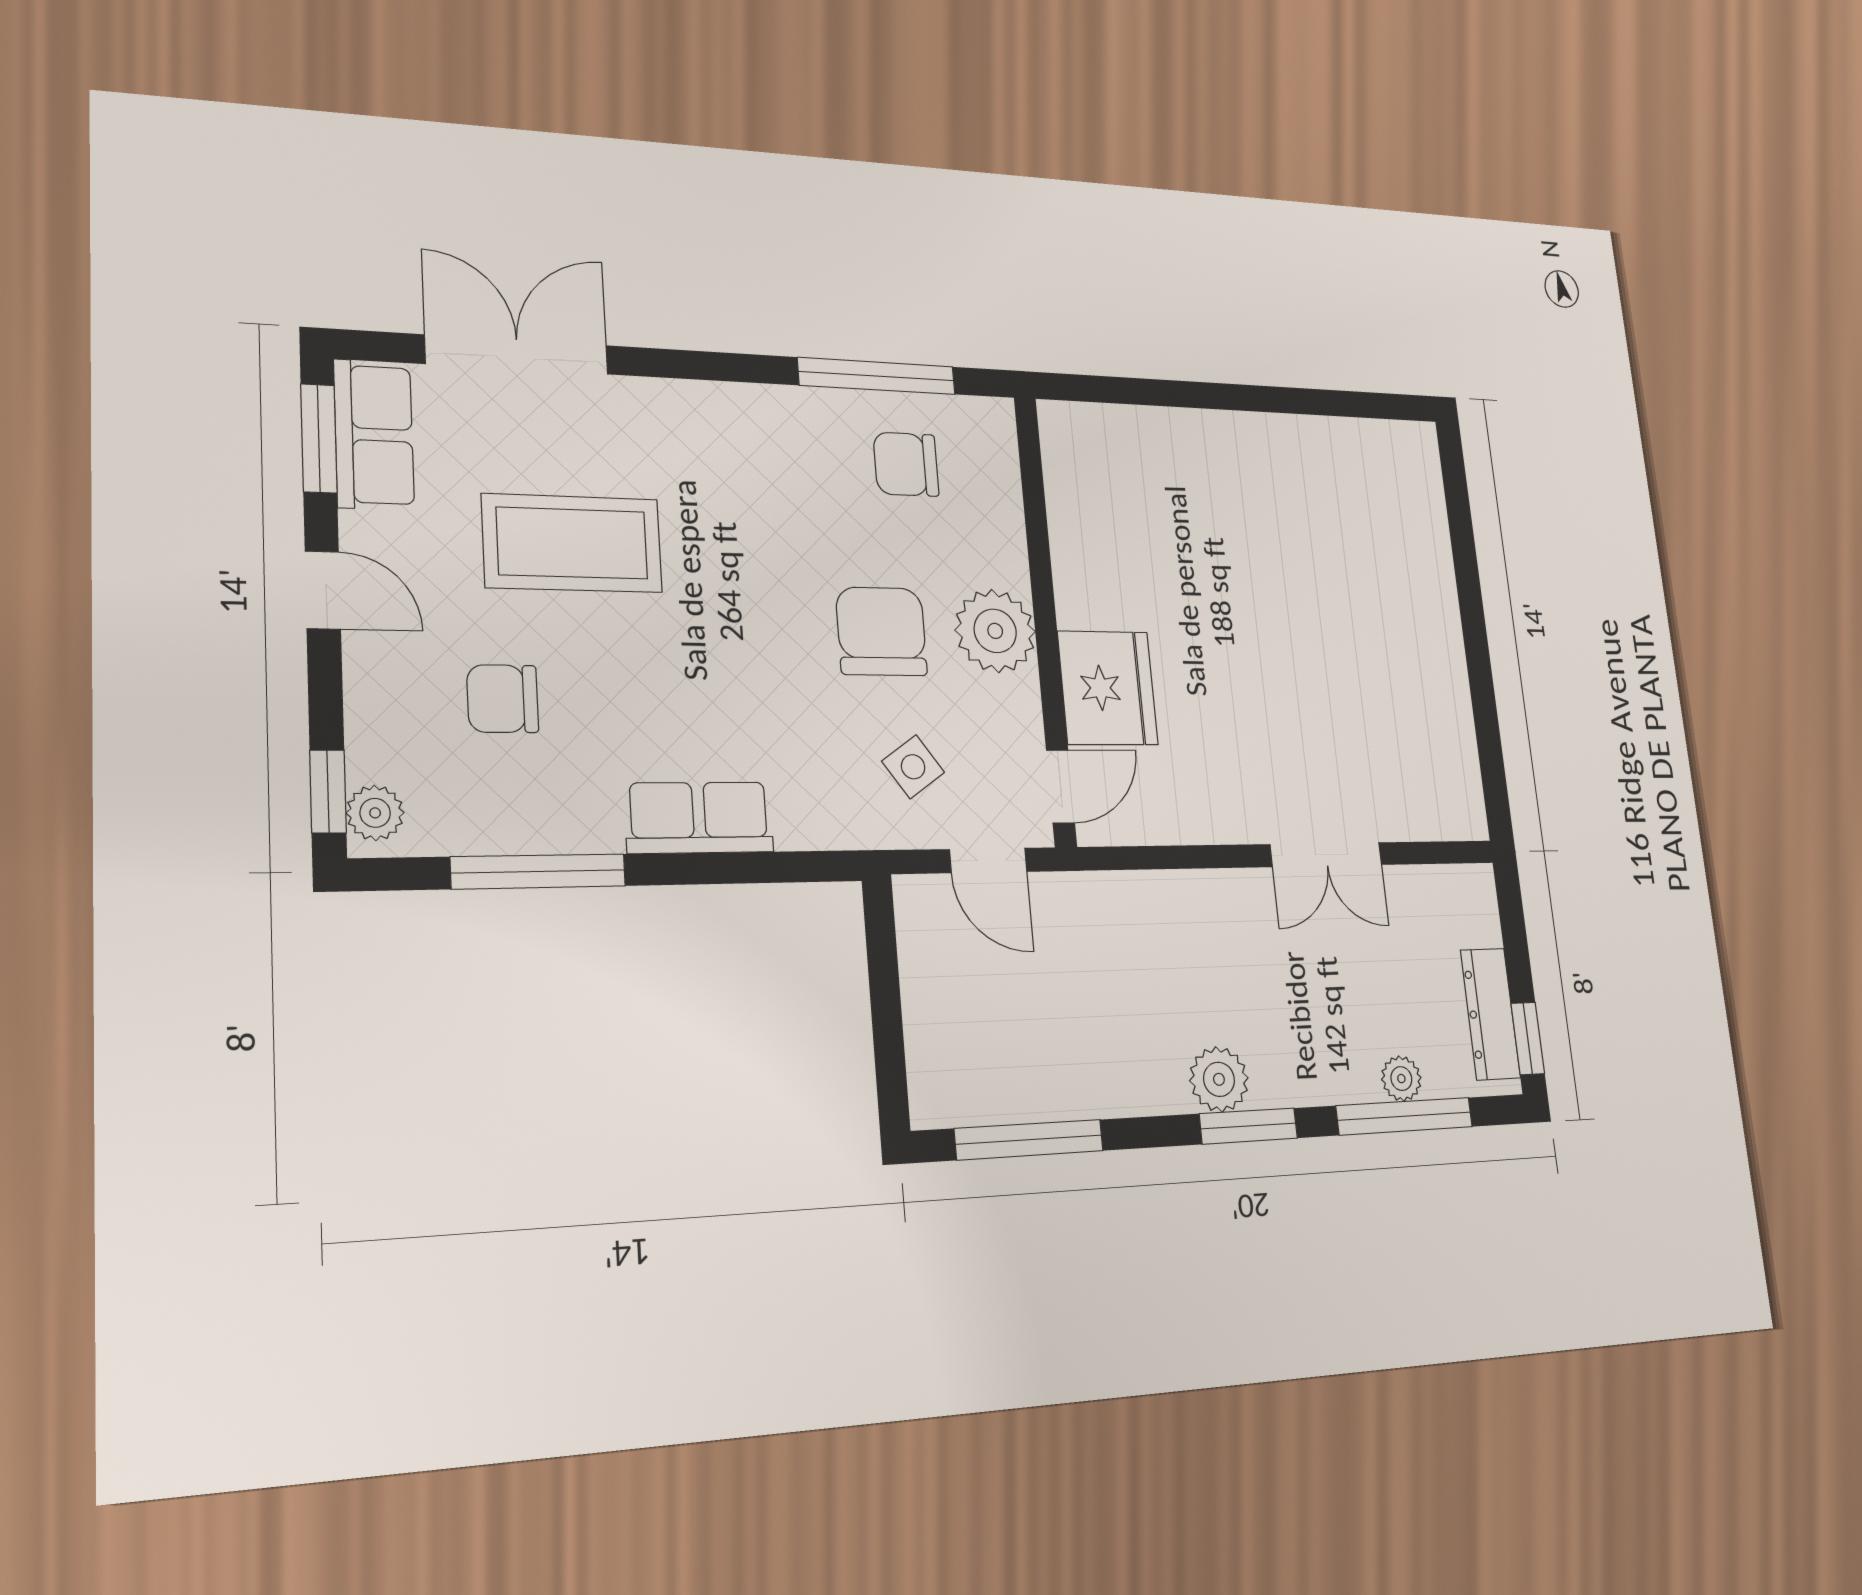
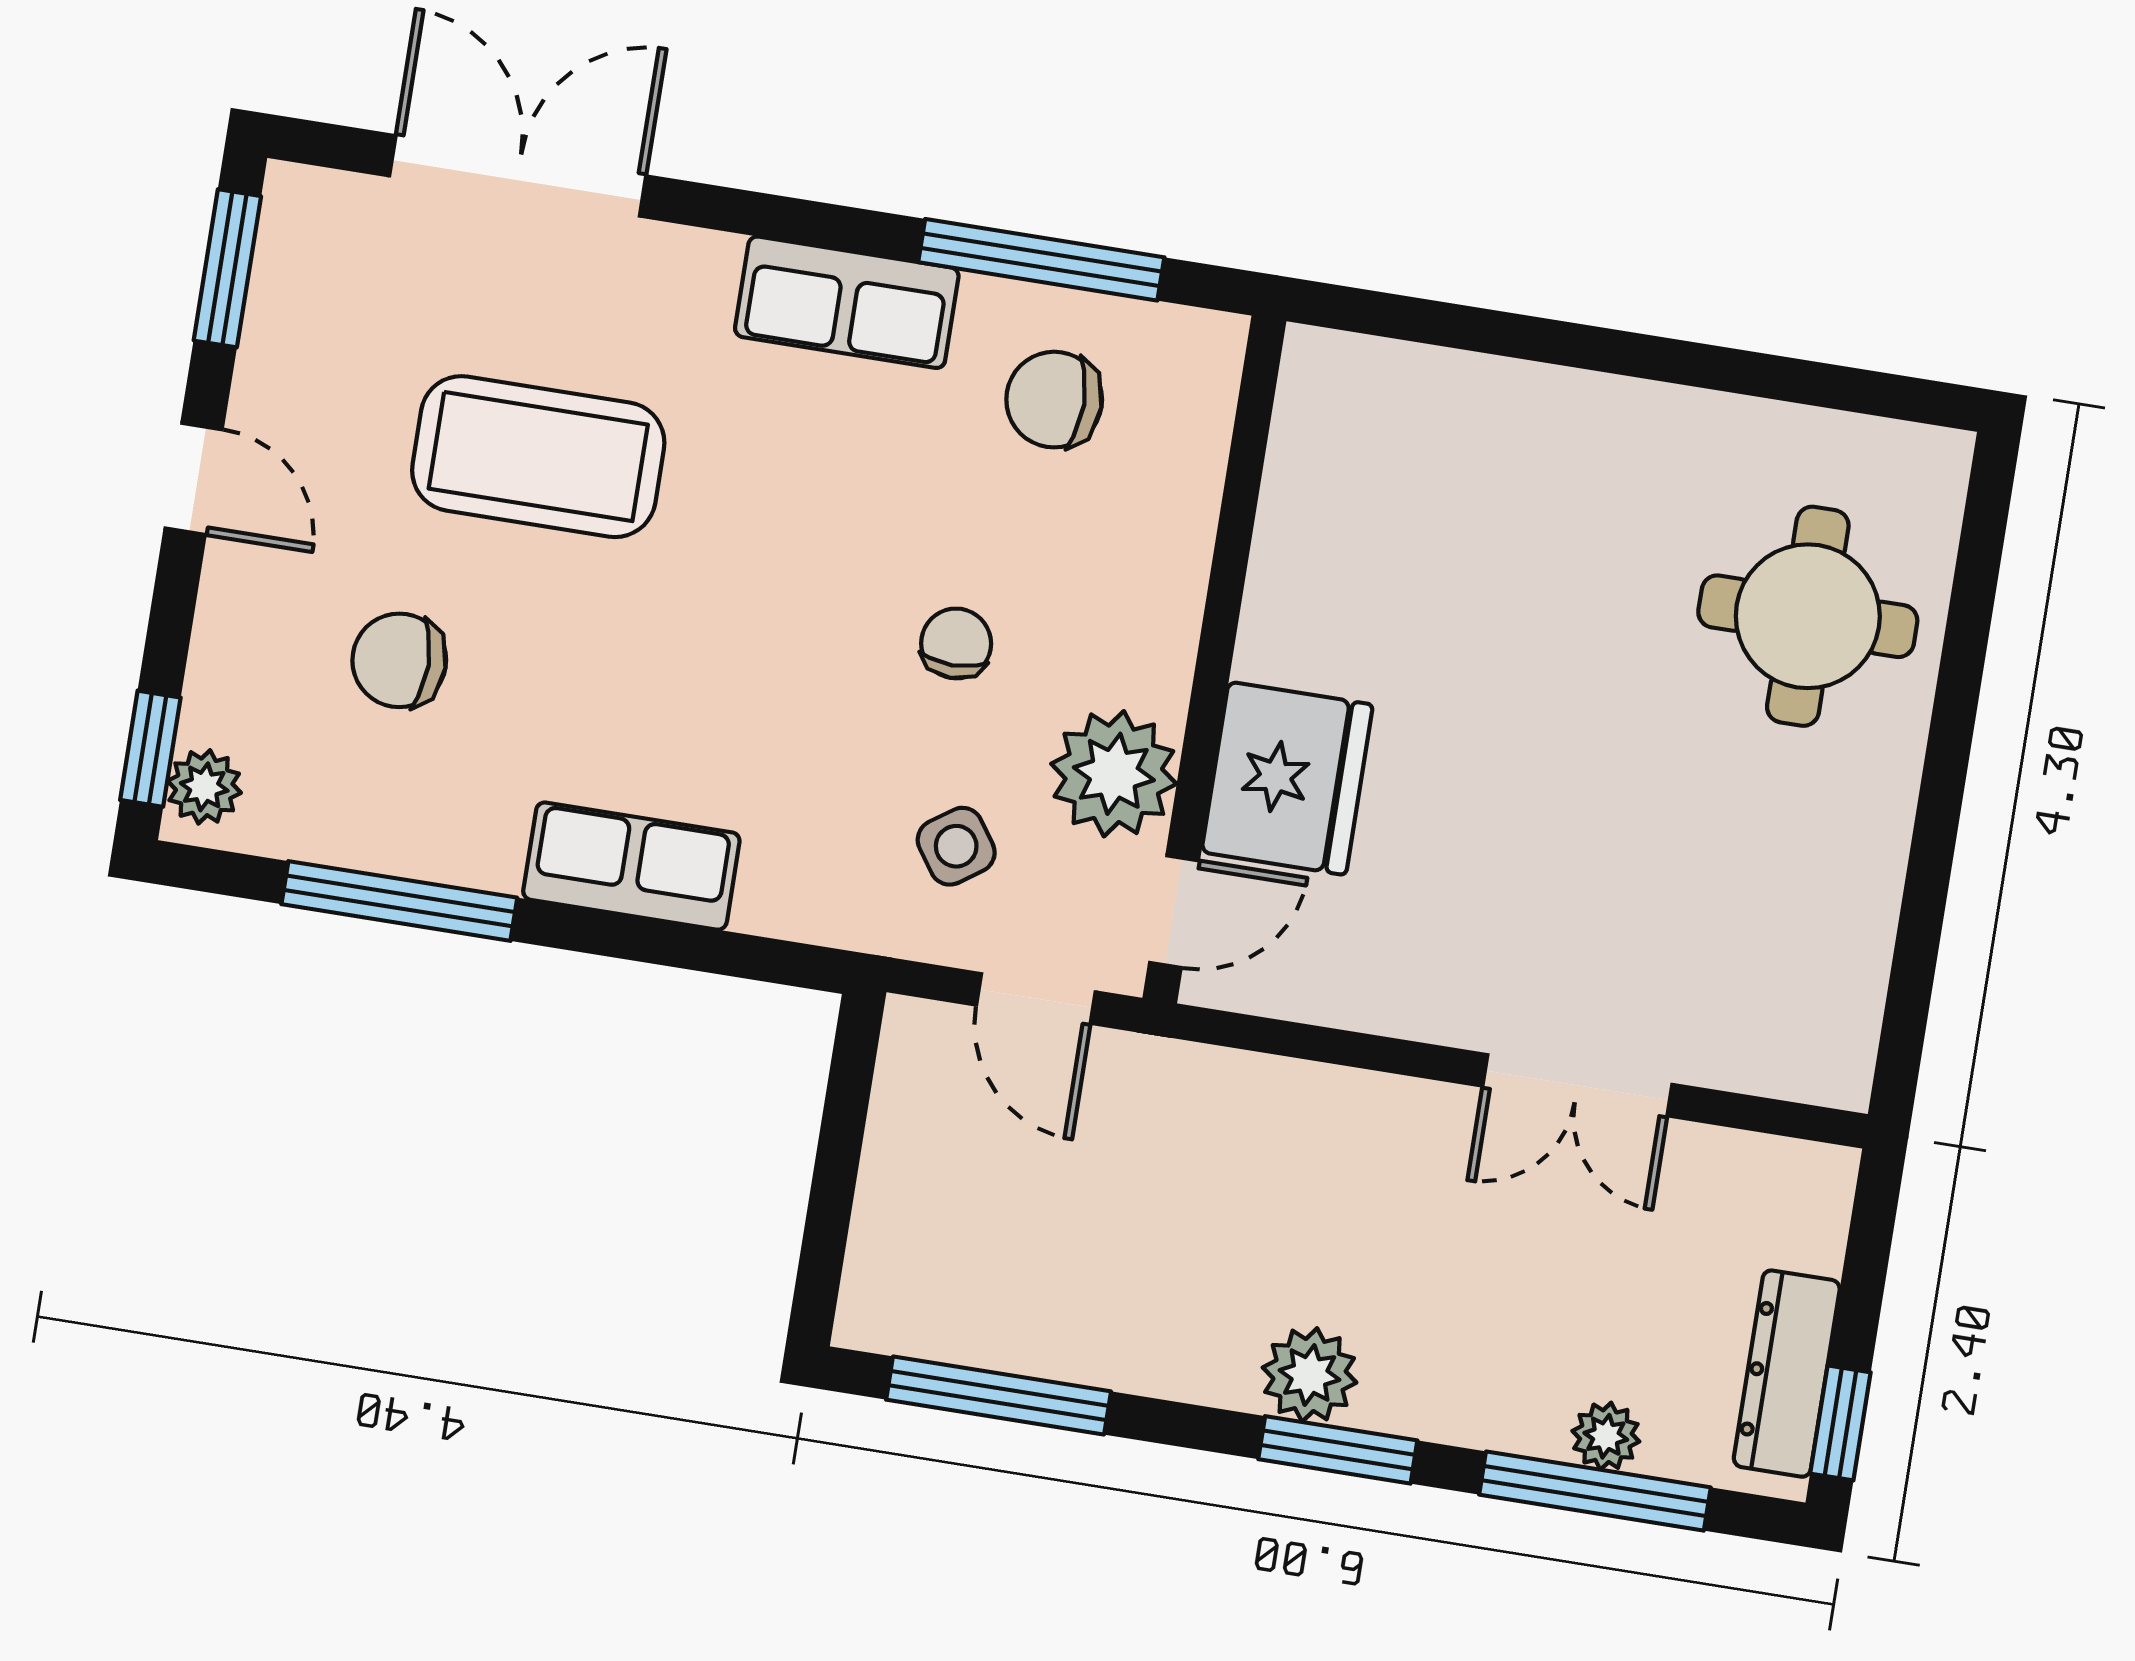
row of seats: (374, 435) -> (847, 302), moved, turned 90
round table: (1376, 542) -> (1808, 616), added
chair: (881, 631) -> (956, 643), width x0.54, depth x0.54
plant: (995, 631) -> (1114, 774), moved

